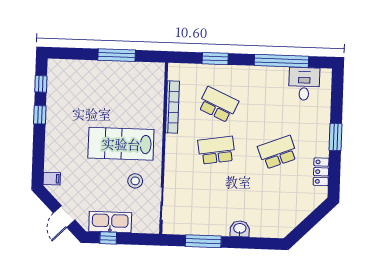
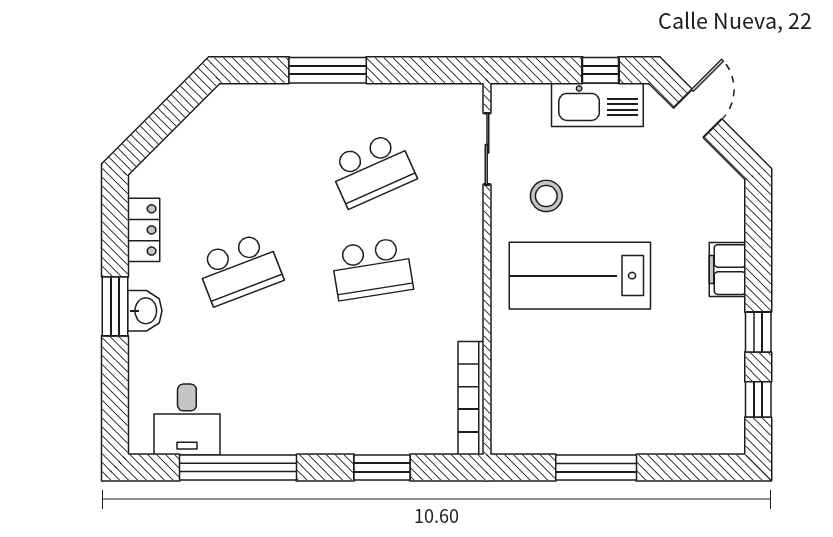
school desk: (218, 105) -> (372, 170), moved, turned -48
bookcase: (172, 107) -> (471, 398), moved
lab bench: (121, 144) -> (580, 276), turned 180
filing cabinet: (52, 179) -> (727, 270), moved, width x2.00
washbasin: (240, 229) -> (145, 311), moved, turned -90
window: (203, 241) -> (328, 70), moved

